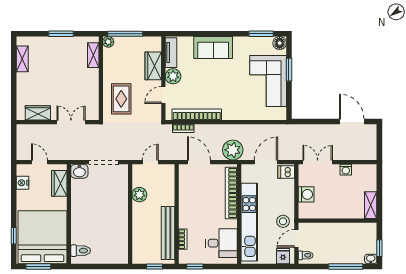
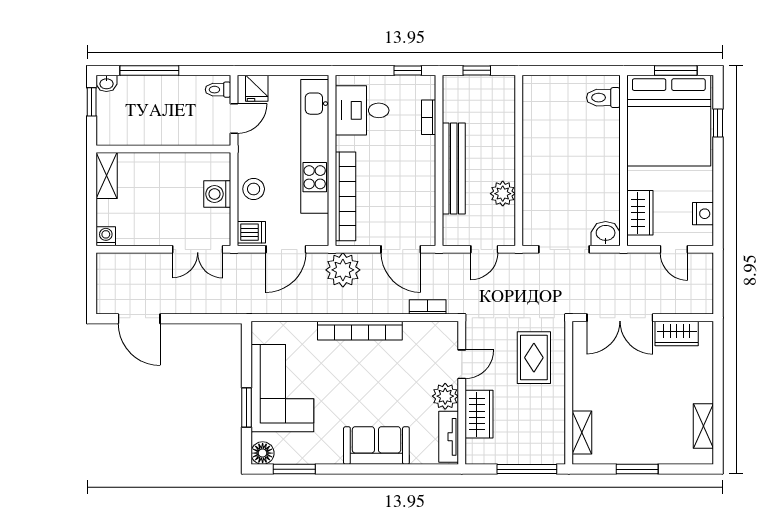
plant: (108, 42) -> (556, 455), removed
bookcase: (197, 115) -> (360, 331), moved
double door: (71, 122) -> (620, 318), width x1.37
washing machine: (346, 170) -> (106, 236), moved
stool: (283, 221) -> (254, 189), moved
bench: (168, 233) -> (454, 168), moved

